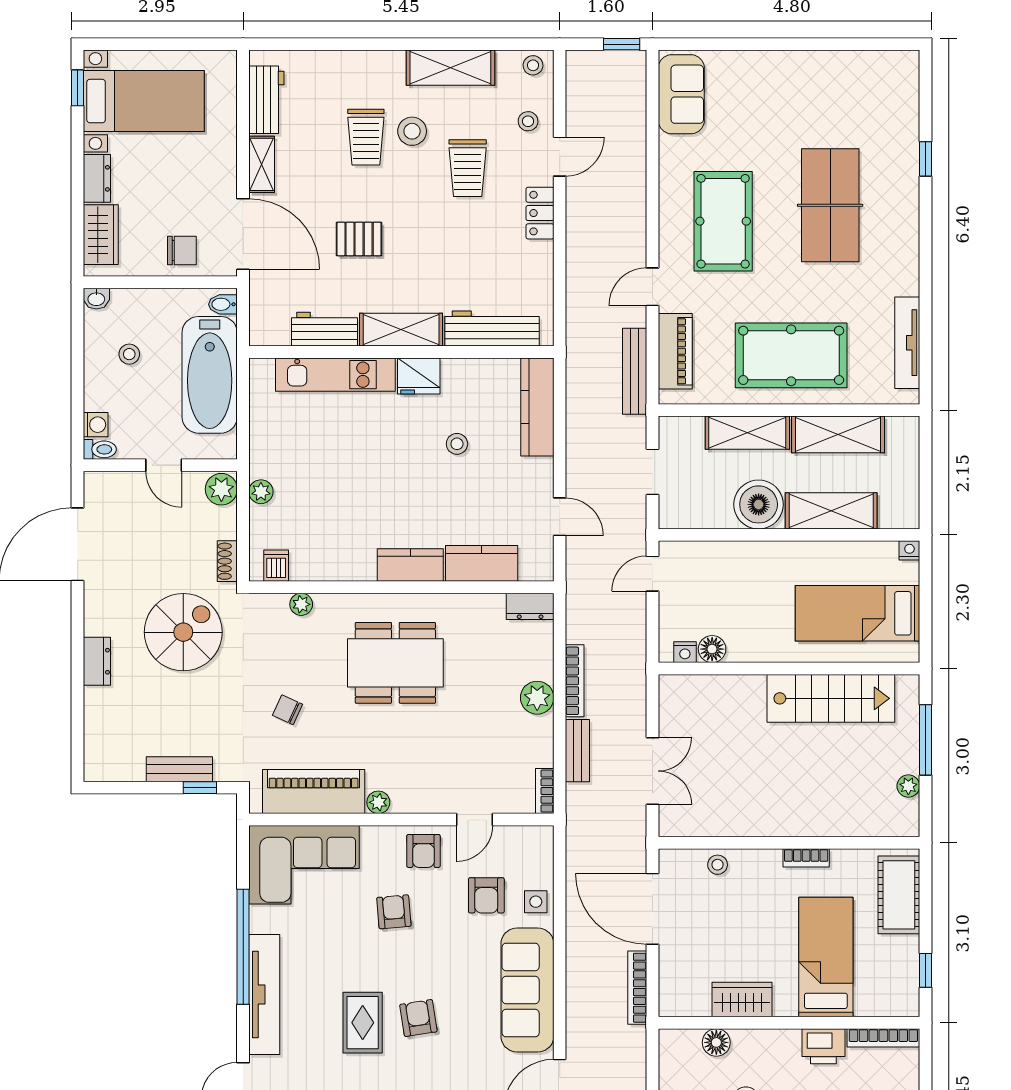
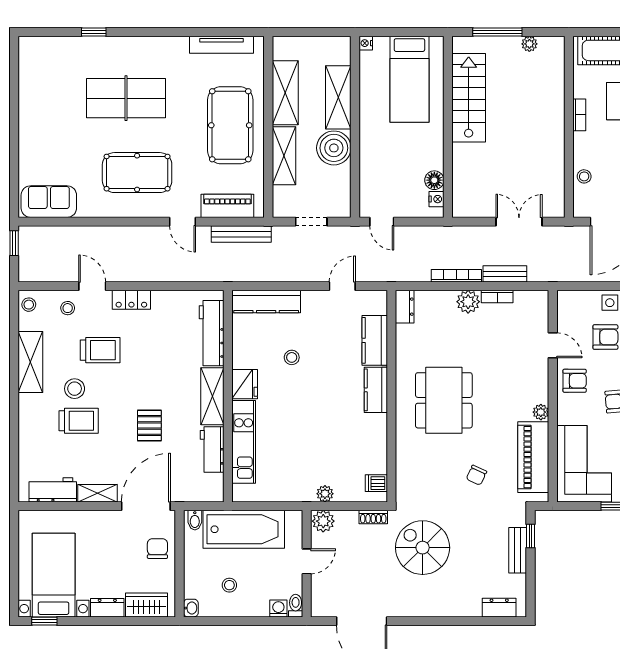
plant: (301, 604) -> (403, 466), removed
dresser: (97, 661) -> (499, 608), moved
bookcase: (545, 791) -> (497, 297), moved

